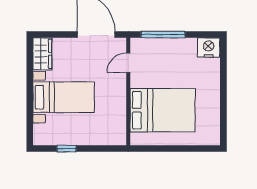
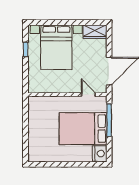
bed with nightstands: (64, 97) -> (56, 47), width x1.36
bed: (163, 110) -> (83, 129), moved, turned 90

